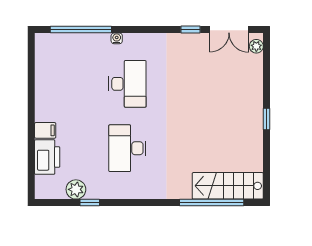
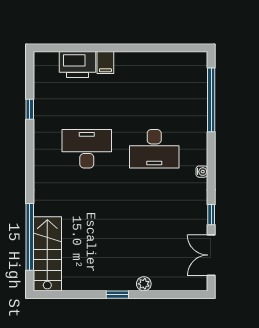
water cooler: (117, 38) -> (202, 172), moved
plant: (256, 46) -> (144, 284), moved
plant: (76, 189) -> (44, 95), removed

